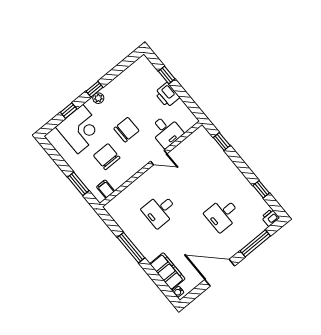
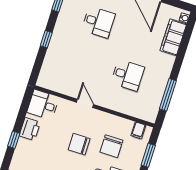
desk: (166, 131) -> (43, 105), moved, turned -90
window: (222, 142) -> (46, 39), moved
window: (131, 248) -> (168, 95), moved

